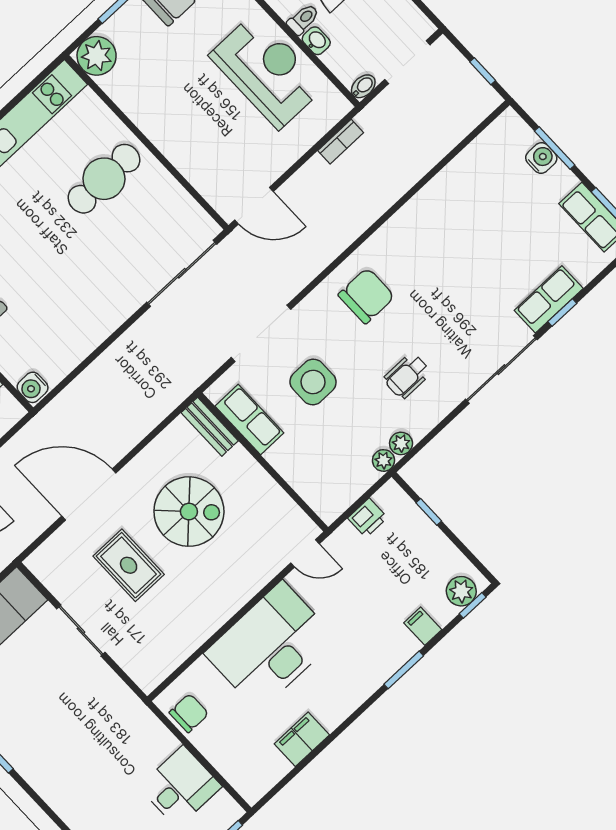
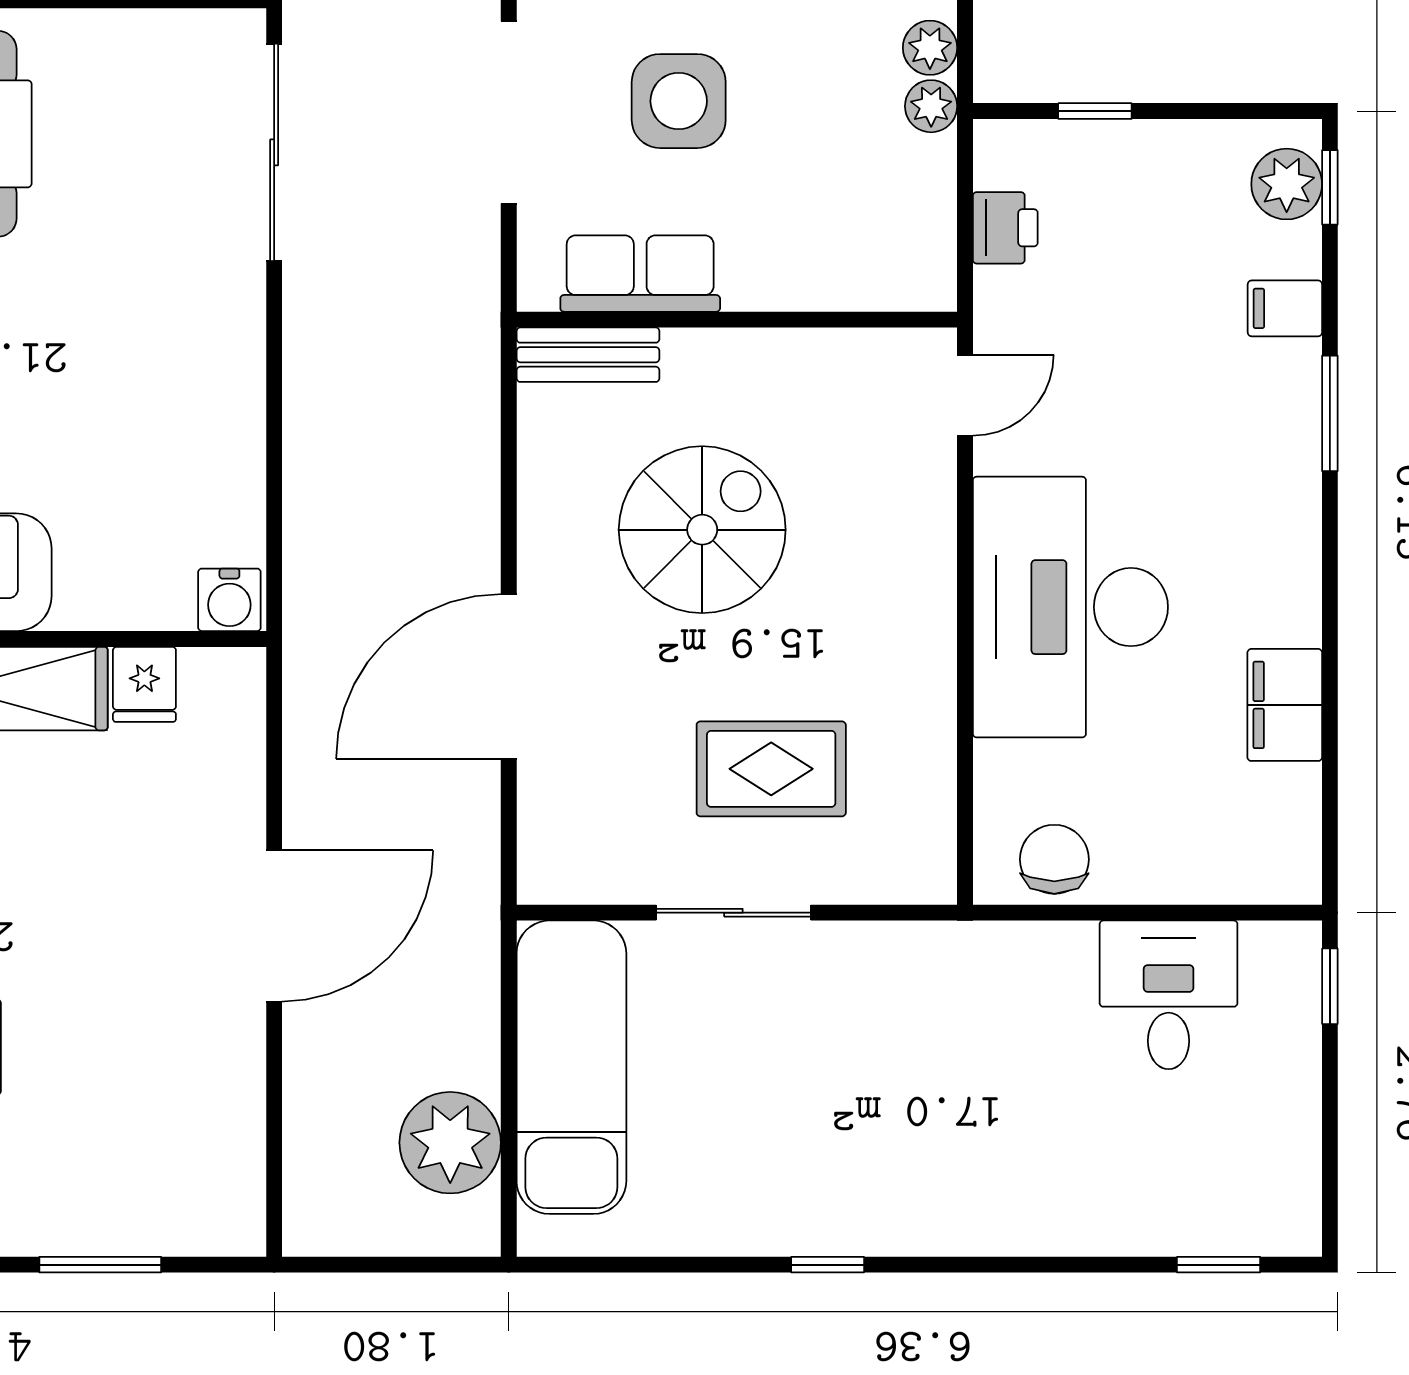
rug: (129, 565) -> (771, 769), moved

